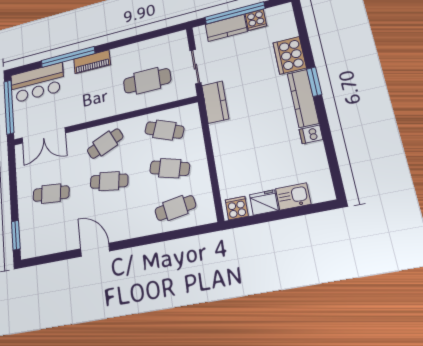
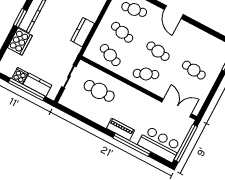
kitchen counter: (215, 102) -> (83, 32), moved
door: (95, 250) -> (174, 12), moved

